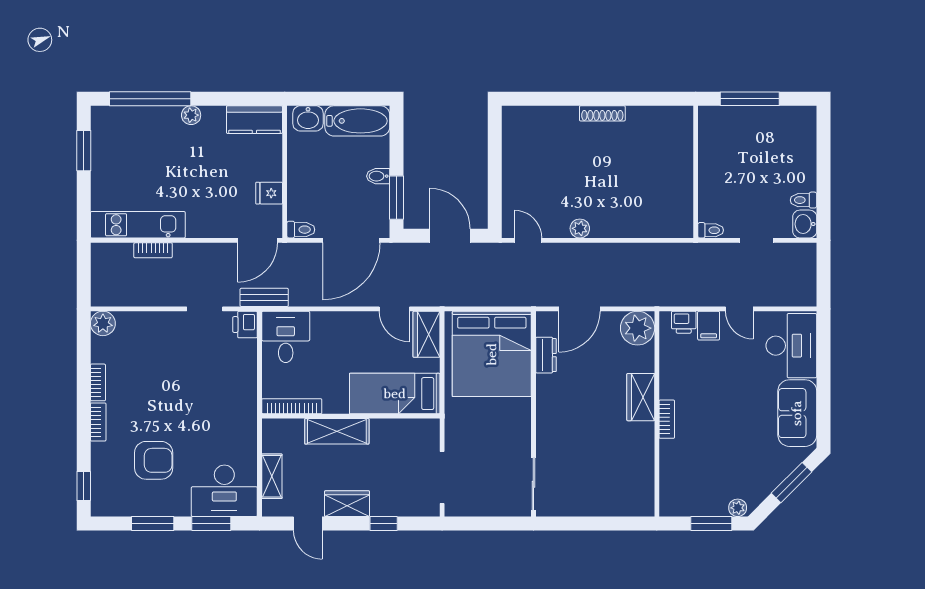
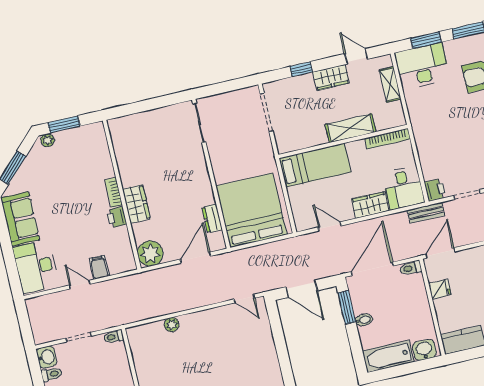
plant: (580, 228) -> (172, 325), moved
printer: (684, 322) -> (117, 217), moved, turned -90
wardrobe: (426, 334) -> (370, 205), moved, turned -90

